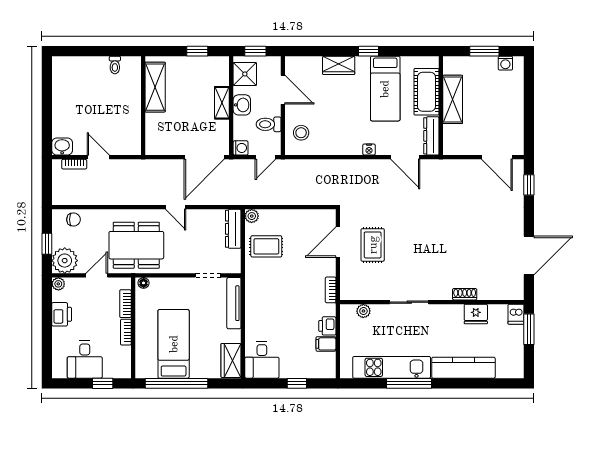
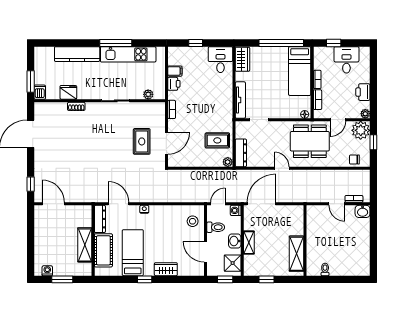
bed: (174, 344) -> (300, 71), moved

